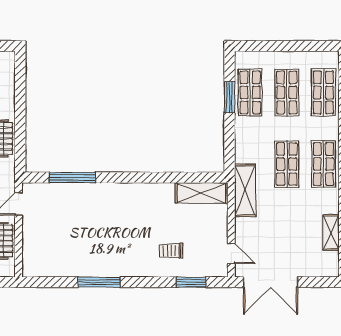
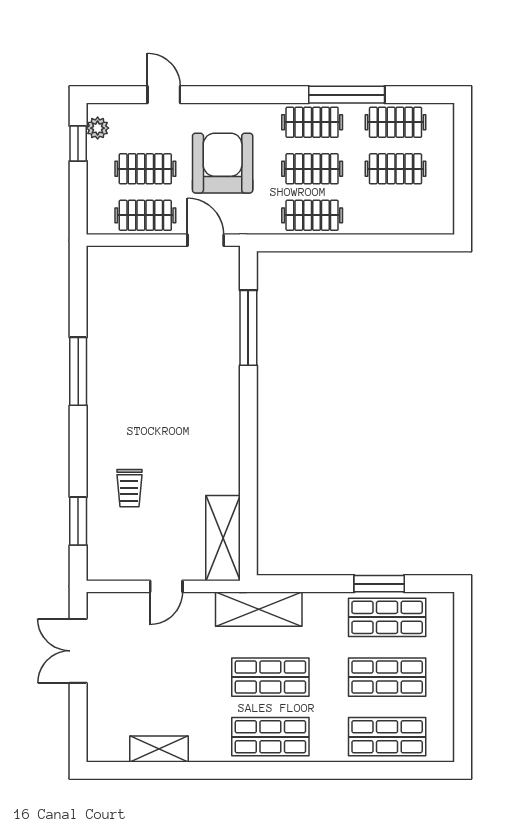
shelving: (245, 190) -> (259, 609), moved
trolley: (171, 251) -> (129, 488), turned 180
door: (231, 253) -> (166, 586), moved
double door: (271, 282) -> (78, 651), width x0.73

